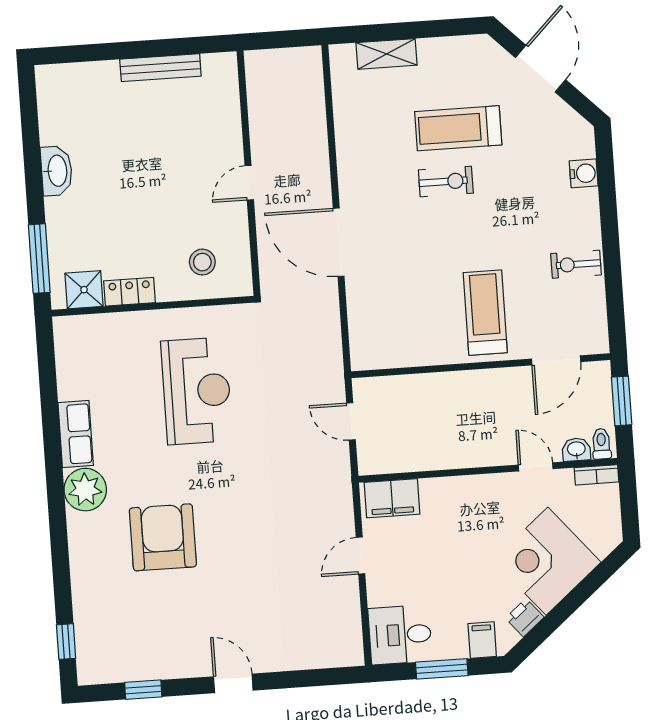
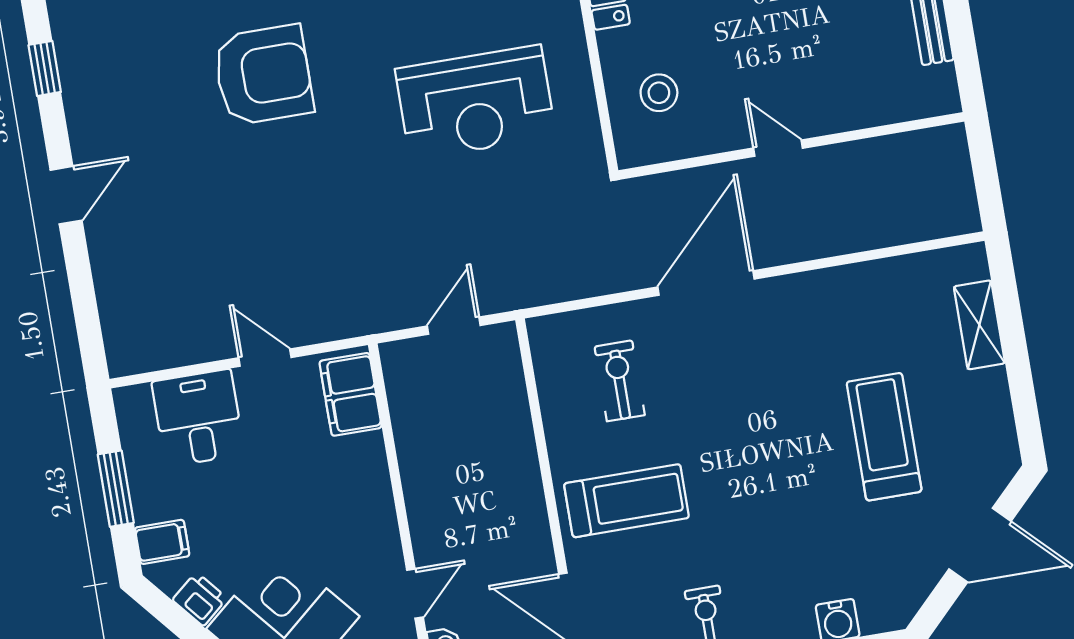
exercise bike: (446, 182) -> (620, 381), moved, turned 180
desk: (400, 635) -> (198, 418), moved

